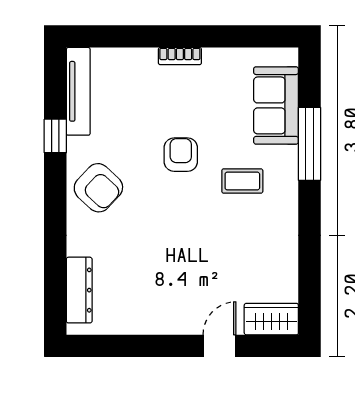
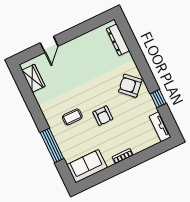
tv unit: (78, 91) -> (160, 127), width x0.71
sofa: (276, 105) -> (87, 166), moved, turned -90
wardrobe: (271, 319) -> (33, 78), moved, turned -90

